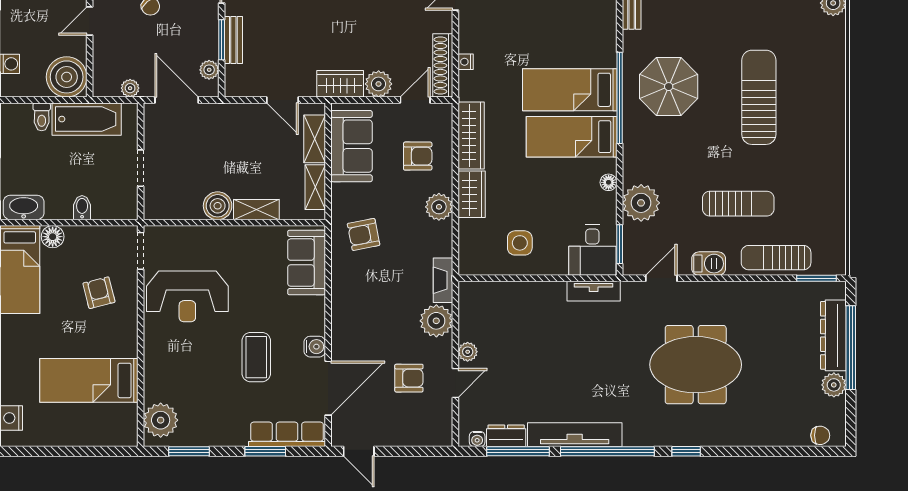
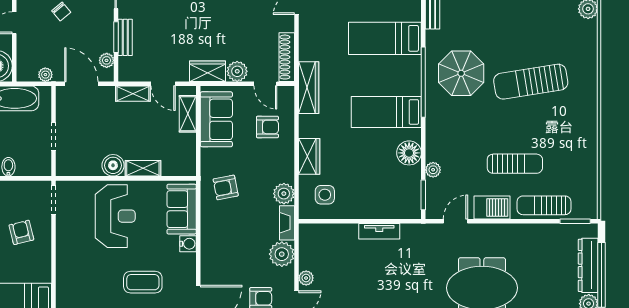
nightstand: (466, 62) -> (304, 54), removed
bed: (570, 90) -> (385, 38), moved
sun lounger: (759, 97) -> (531, 82), turned -99
door: (415, 100) -> (265, 84), swing flipped
wardrobe: (471, 135) -> (309, 88), moved
floor lamp: (609, 182) -> (409, 153), width x1.89, depth x1.89
shelving: (315, 187) -> (133, 94), moved, turned 90
plant: (641, 203) -> (433, 170), width x0.53, depth x0.53
plant: (439, 207) -> (284, 194), moved
side table: (520, 243) -> (325, 195), moved
desk: (592, 250) -> (402, 200), removed
barbecue: (709, 264) -> (492, 208), width x1.38, depth x1.27
tv unit: (594, 291) -> (379, 231), moved
reception desk: (187, 296) -> (115, 216), moved, turned -90
water cooler: (315, 347) -> (188, 244), moved
coffee table: (256, 357) -> (143, 282), turned 90

